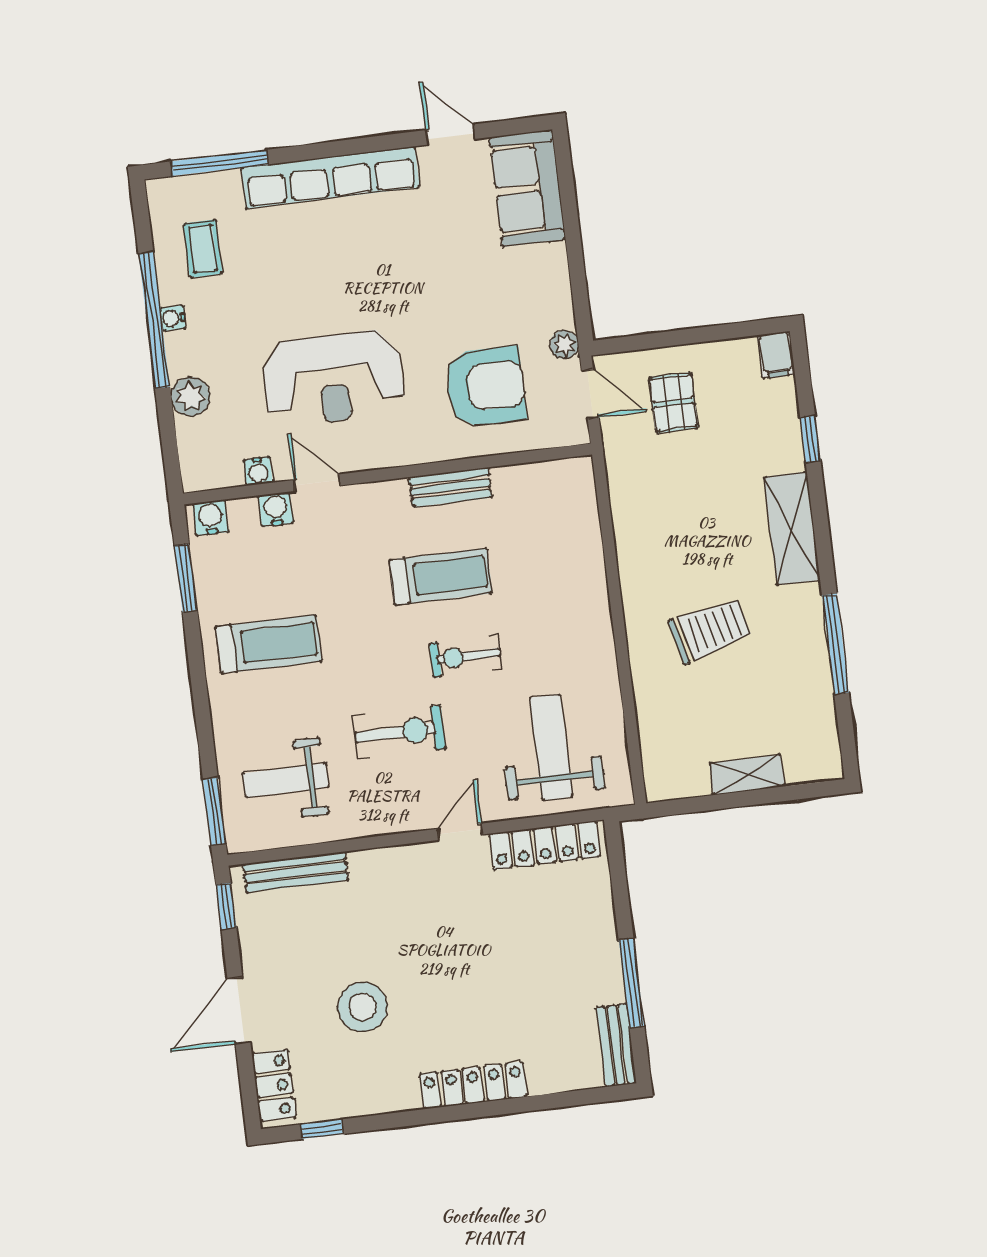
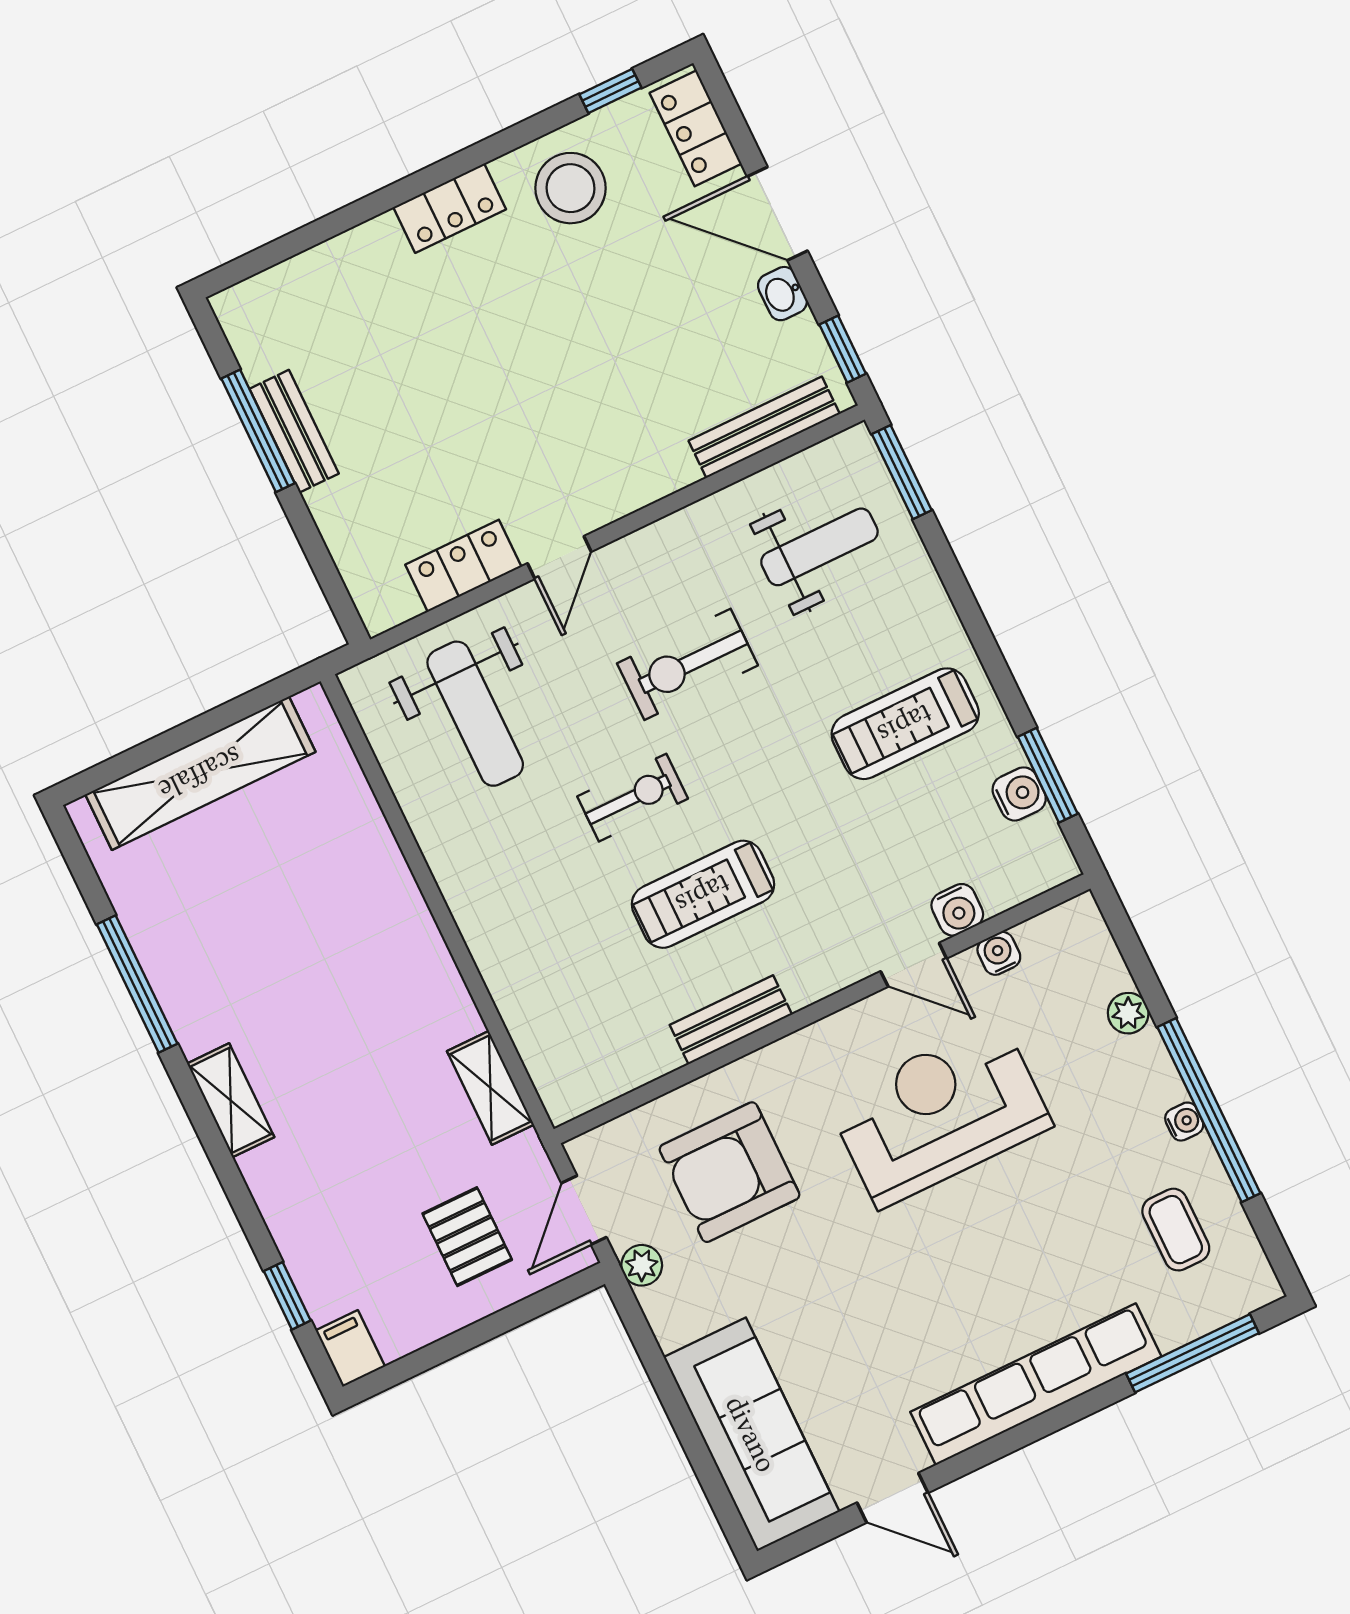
sofa: (527, 188) -> (751, 1434), width x1.36
door: (590, 394) -> (584, 1210), hinge flipped
plant: (191, 397) -> (1128, 1013), width x0.73, depth x0.73
window: (810, 439) -> (287, 1296), moved
shelving: (625, 496) -> (490, 1088), added
water cooler: (210, 518) -> (1019, 794), moved, turned -90
shelving: (792, 529) -> (231, 1100), width x0.67, depth x0.75
trolley: (710, 630) -> (313, 946), removed
shelving: (747, 775) -> (200, 773), width x2.20, depth x1.33
locker: (545, 845) -> (463, 566), width x0.66
washbasin: (253, 956) -> (782, 294), added
stool: (363, 1007) -> (570, 188), moved
door: (239, 1010) -> (777, 214), swing flipped
bench: (616, 1045) -> (294, 431), moved
locker: (473, 1085) -> (450, 208), width x0.66

